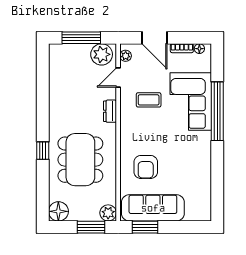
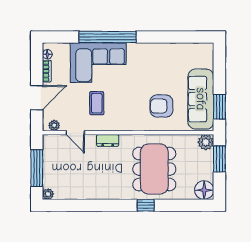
plant: (102, 54) -> (48, 194), moved, width x0.53, depth x0.53
dining table: (80, 160) -> (154, 169), turned 90
armchair: (146, 167) -> (161, 106), turned 180

